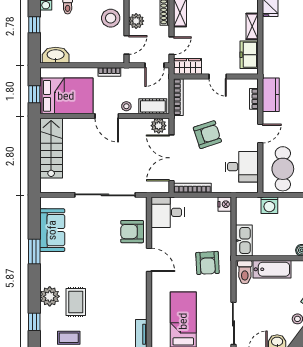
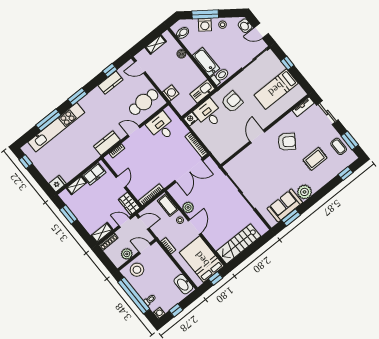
plant: (159, 126) -> (188, 207), moved
armchair: (207, 135) -> (159, 161), removed
desk: (168, 212) -> (209, 114), moved, turned 180
armchair: (132, 232) -> (287, 142), moved, turned -55
window: (34, 251) -> (291, 218), moved
plant: (50, 296) -> (304, 192), moved

